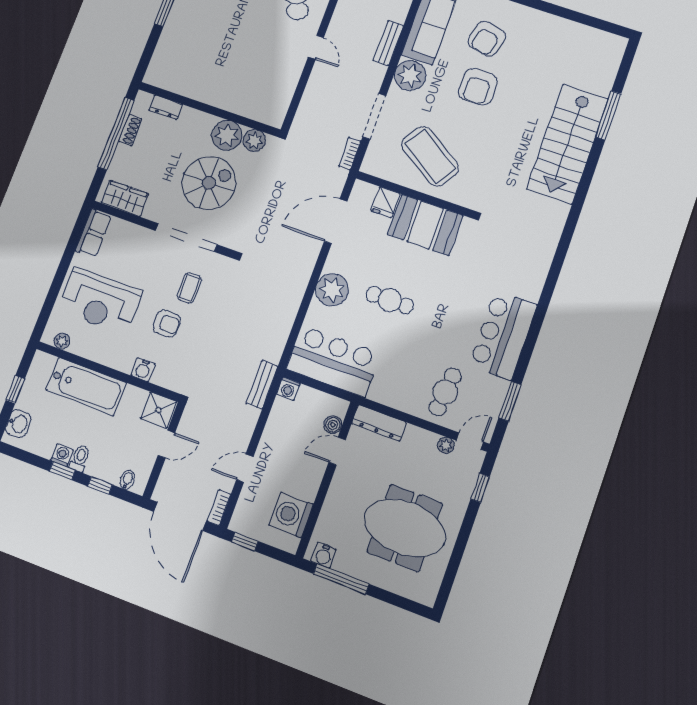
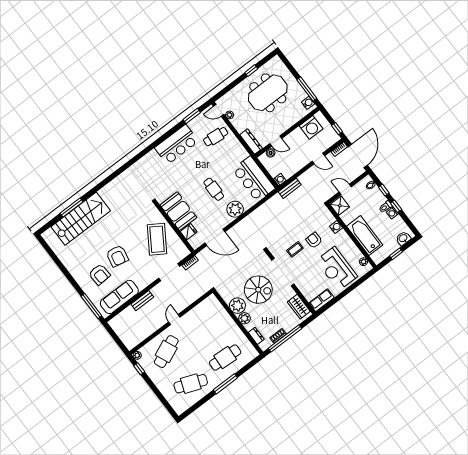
armchair: (487, 39) -> (99, 274), turned 73
cafe table: (195, 41) -> (225, 357), added
plant: (410, 75) -> (142, 280), removed
armchair: (478, 87) -> (117, 256), turned 102
plant: (254, 141) -> (244, 318), moved
stairs: (567, 144) -> (81, 219), moved
spiral stairs: (209, 183) -> (258, 290), turned 180
reception desk: (100, 301) -> (337, 269), turned 180
window: (480, 488) -> (251, 71), moved
meeting table: (405, 528) -> (268, 93), turned 90

